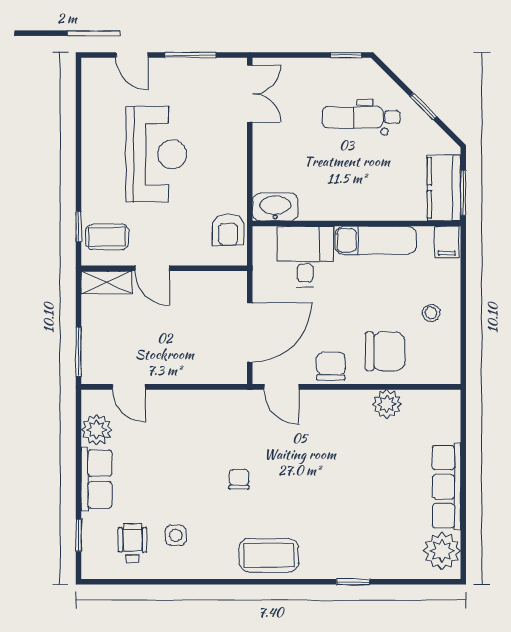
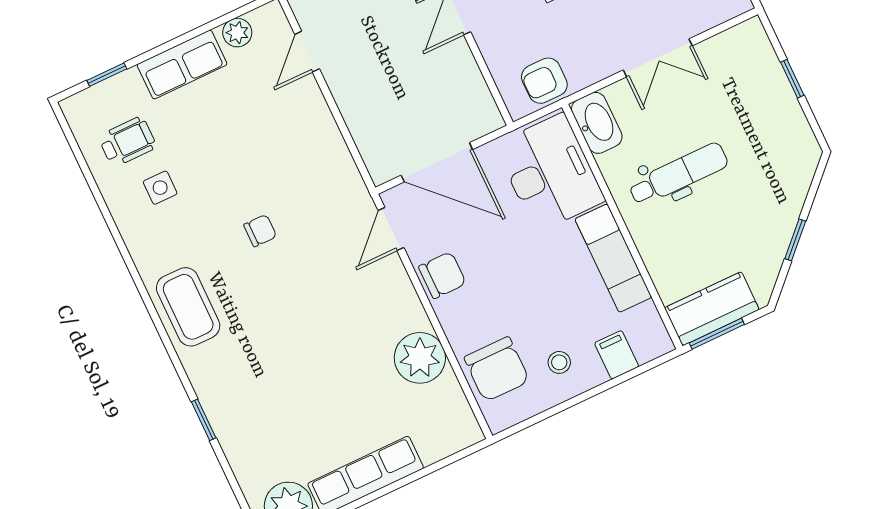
window: (346, 55) -> (792, 79), moved
double door: (250, 94) -> (658, 58), moved
dental chair: (361, 117) -> (678, 174), moved, turned 90
filing cabinet: (447, 242) -> (617, 355), moved, turned 90
desk: (305, 257) -> (550, 173), width x1.37
chair: (385, 351) -> (497, 369), moved
plant: (387, 404) -> (420, 358), width x1.36, depth x1.36
plant: (97, 430) -> (237, 33), width x0.73, depth x0.73

